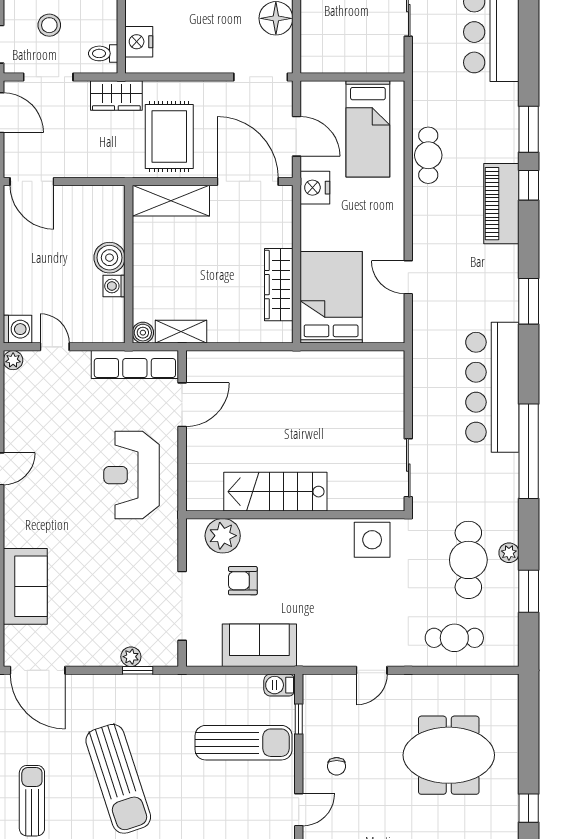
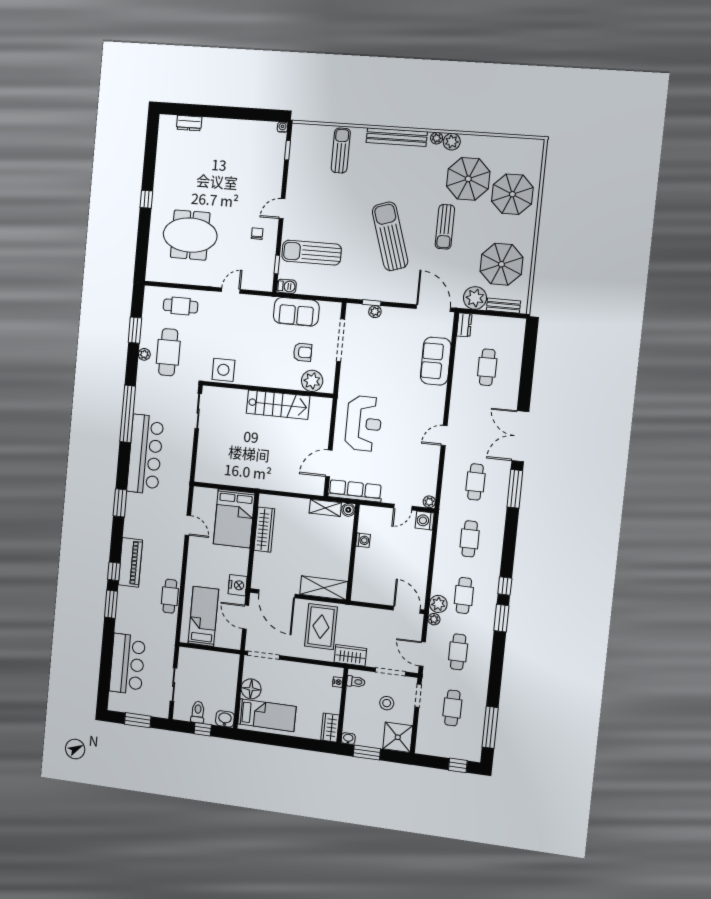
nightstand: (139, 42) -> (338, 682), width x0.53, depth x0.56
boiler: (109, 258) -> (364, 558), removed
door: (55, 347) -> (403, 507), hinge flipped

